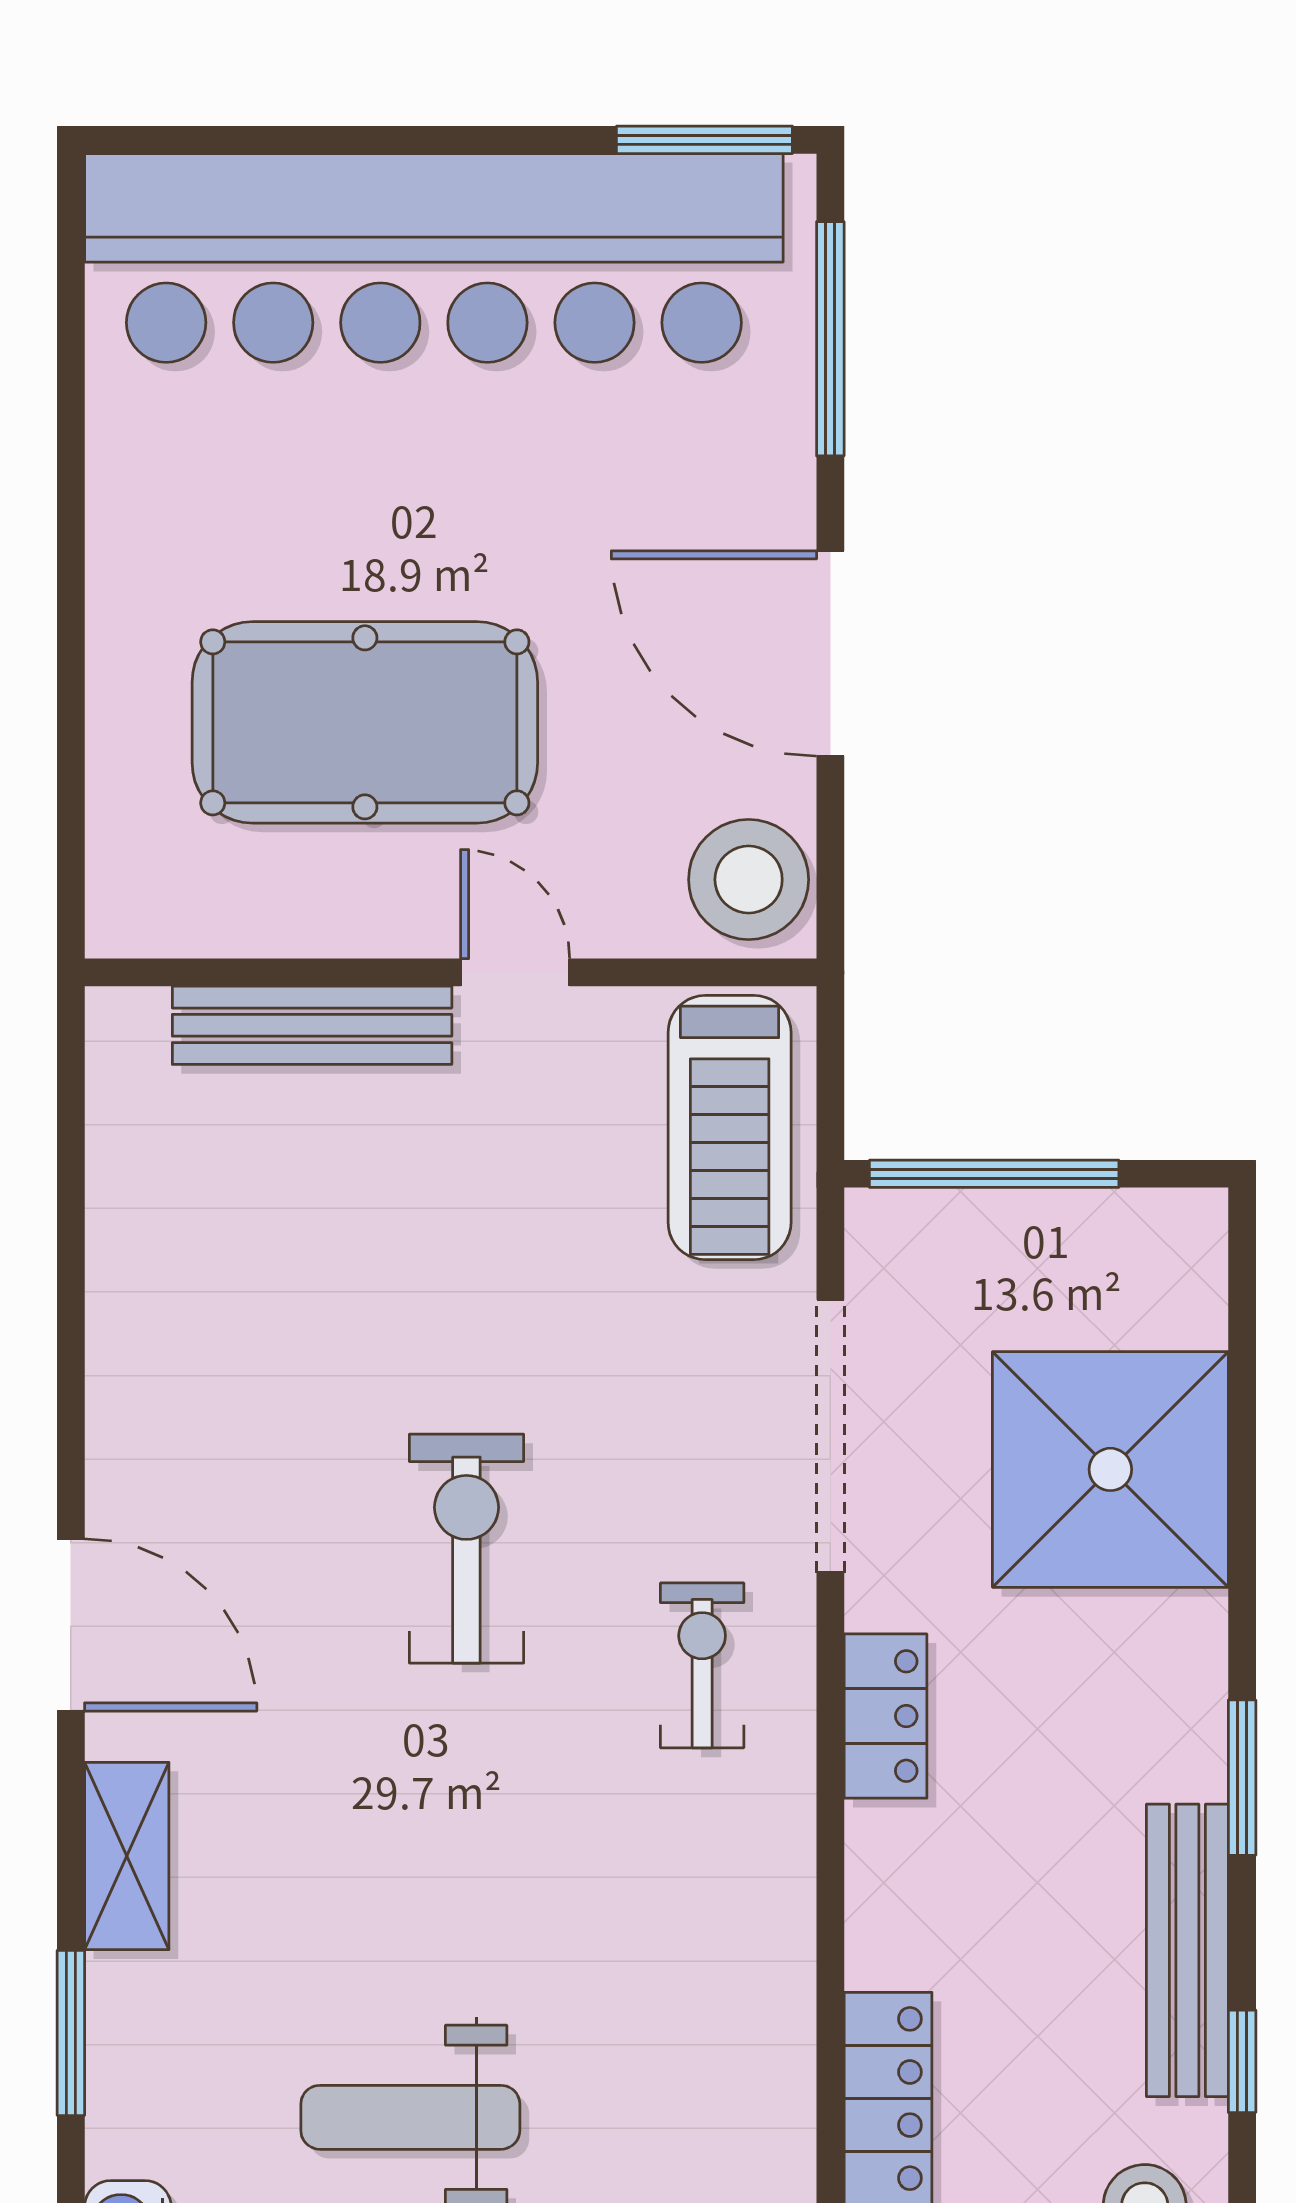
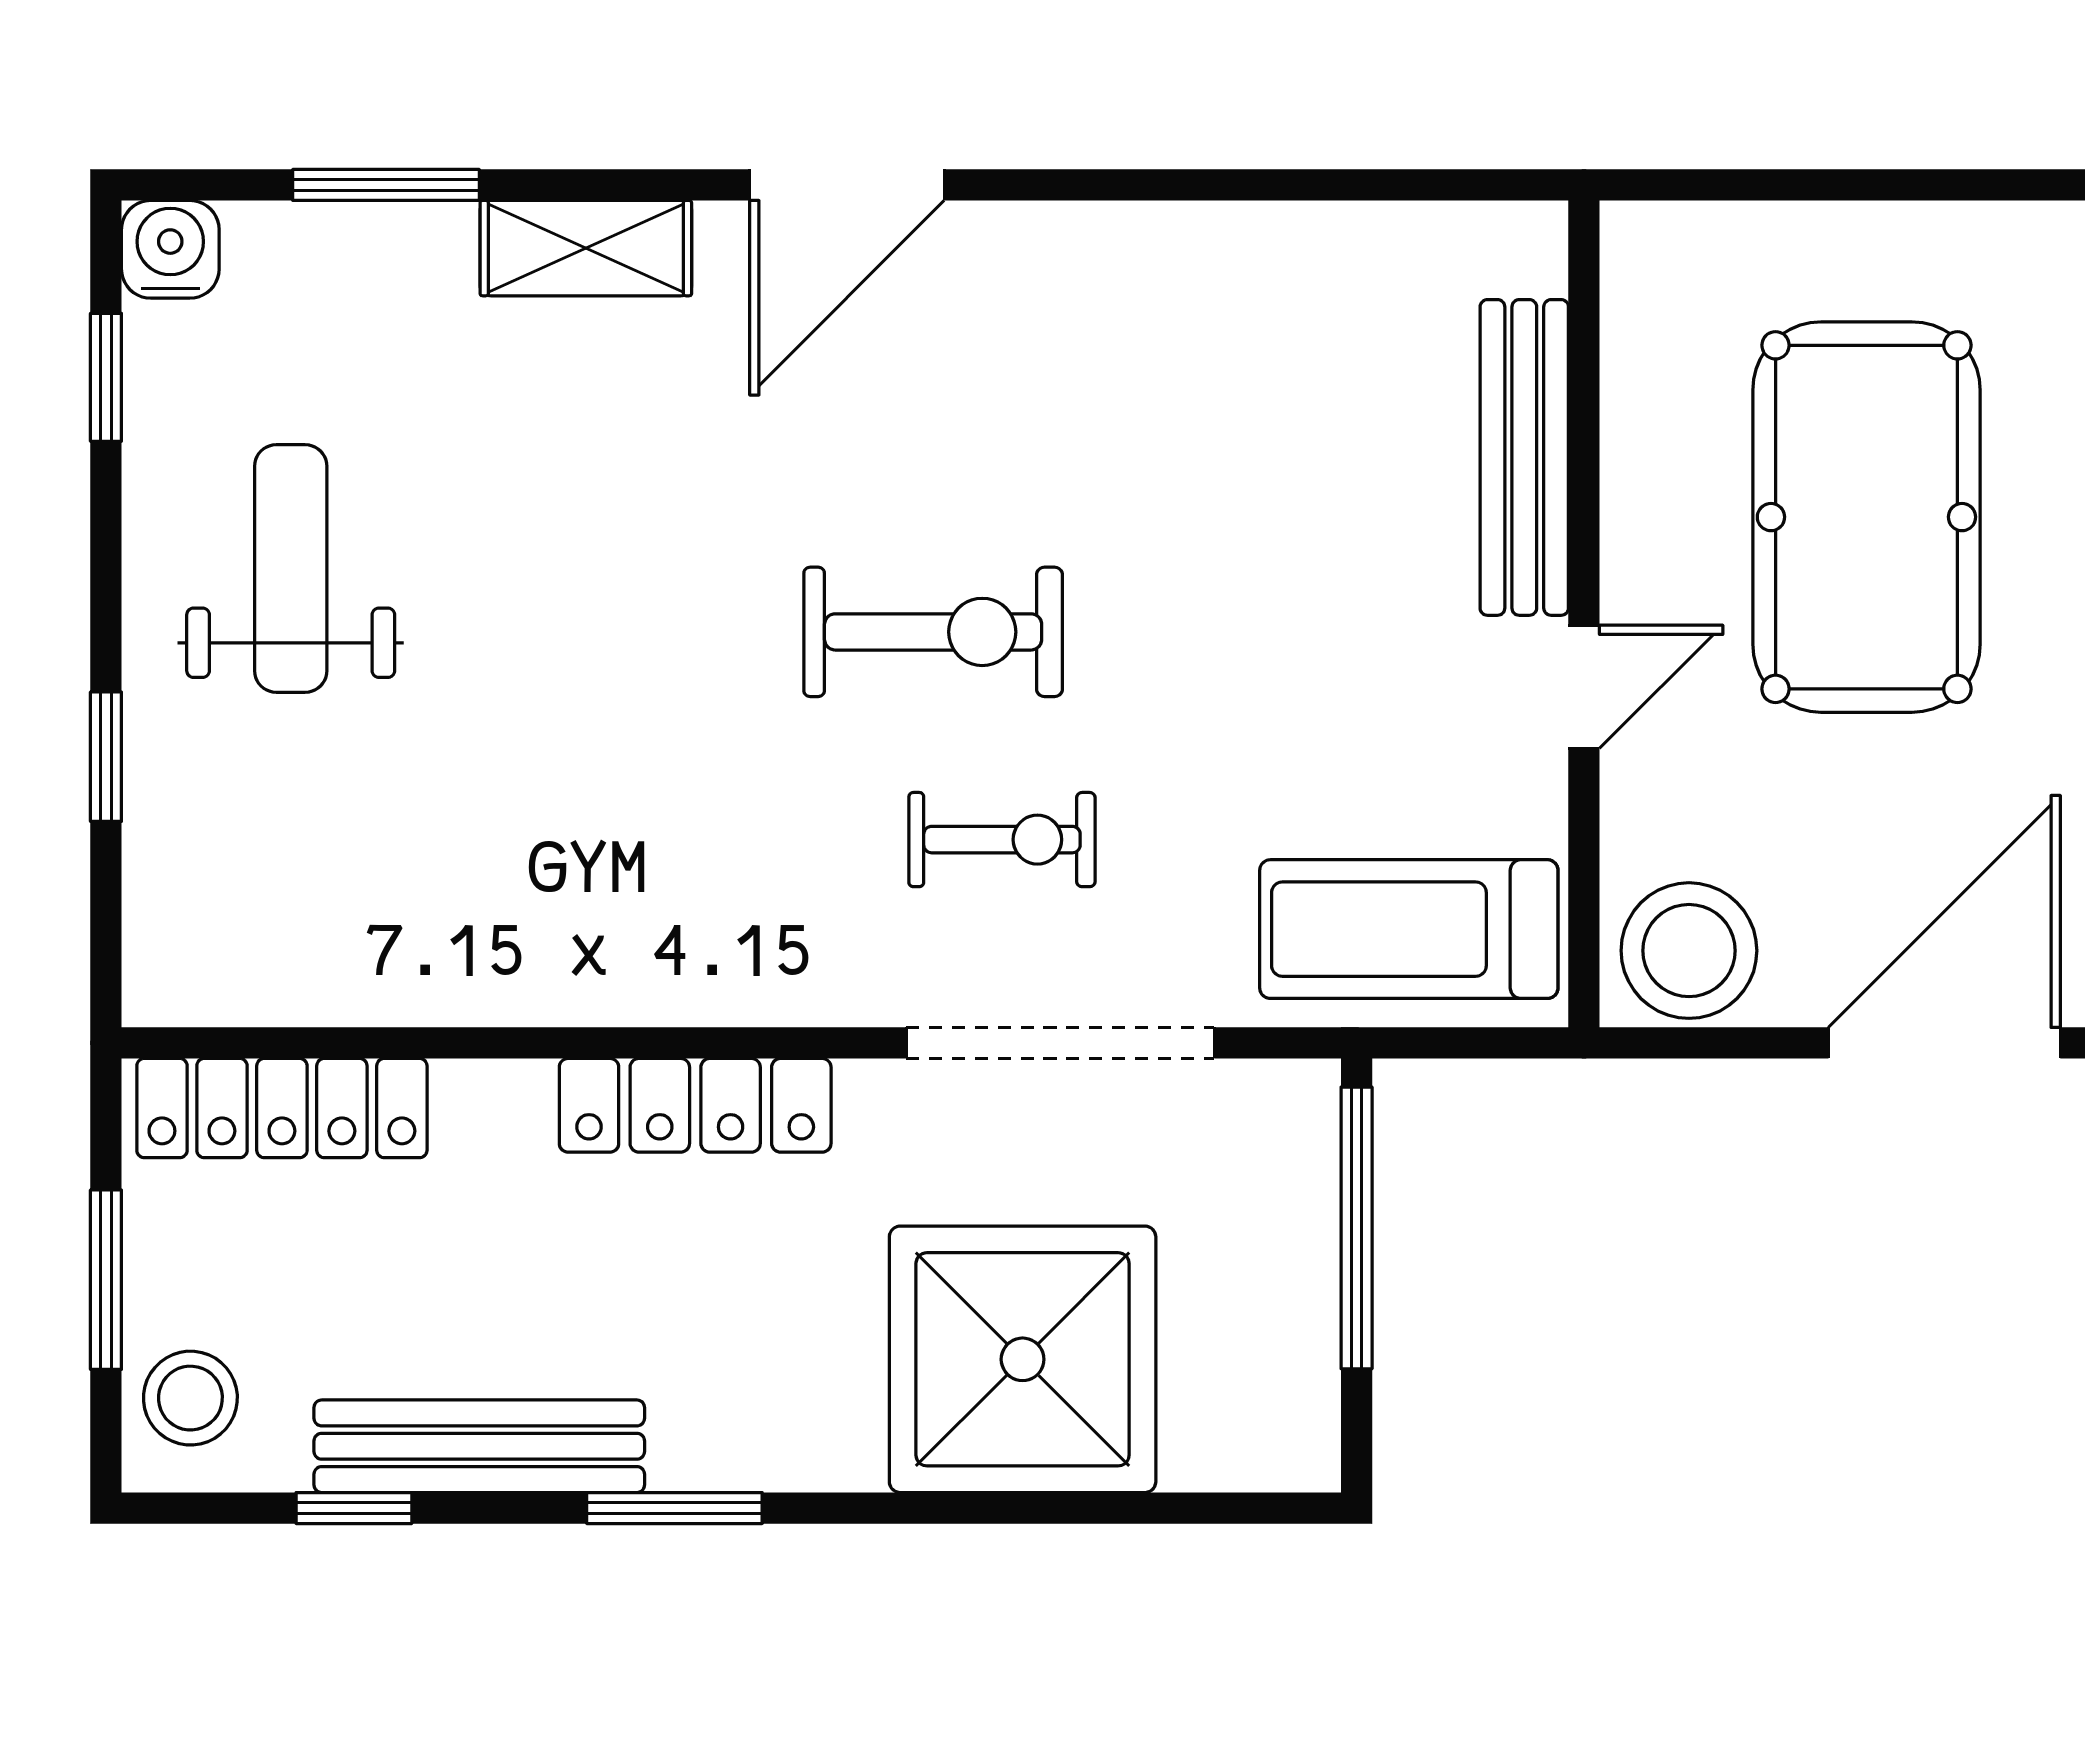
exercise bike: (702, 1665) -> (1002, 840), moved
locker: (886, 1716) -> (695, 1105), width x1.53

